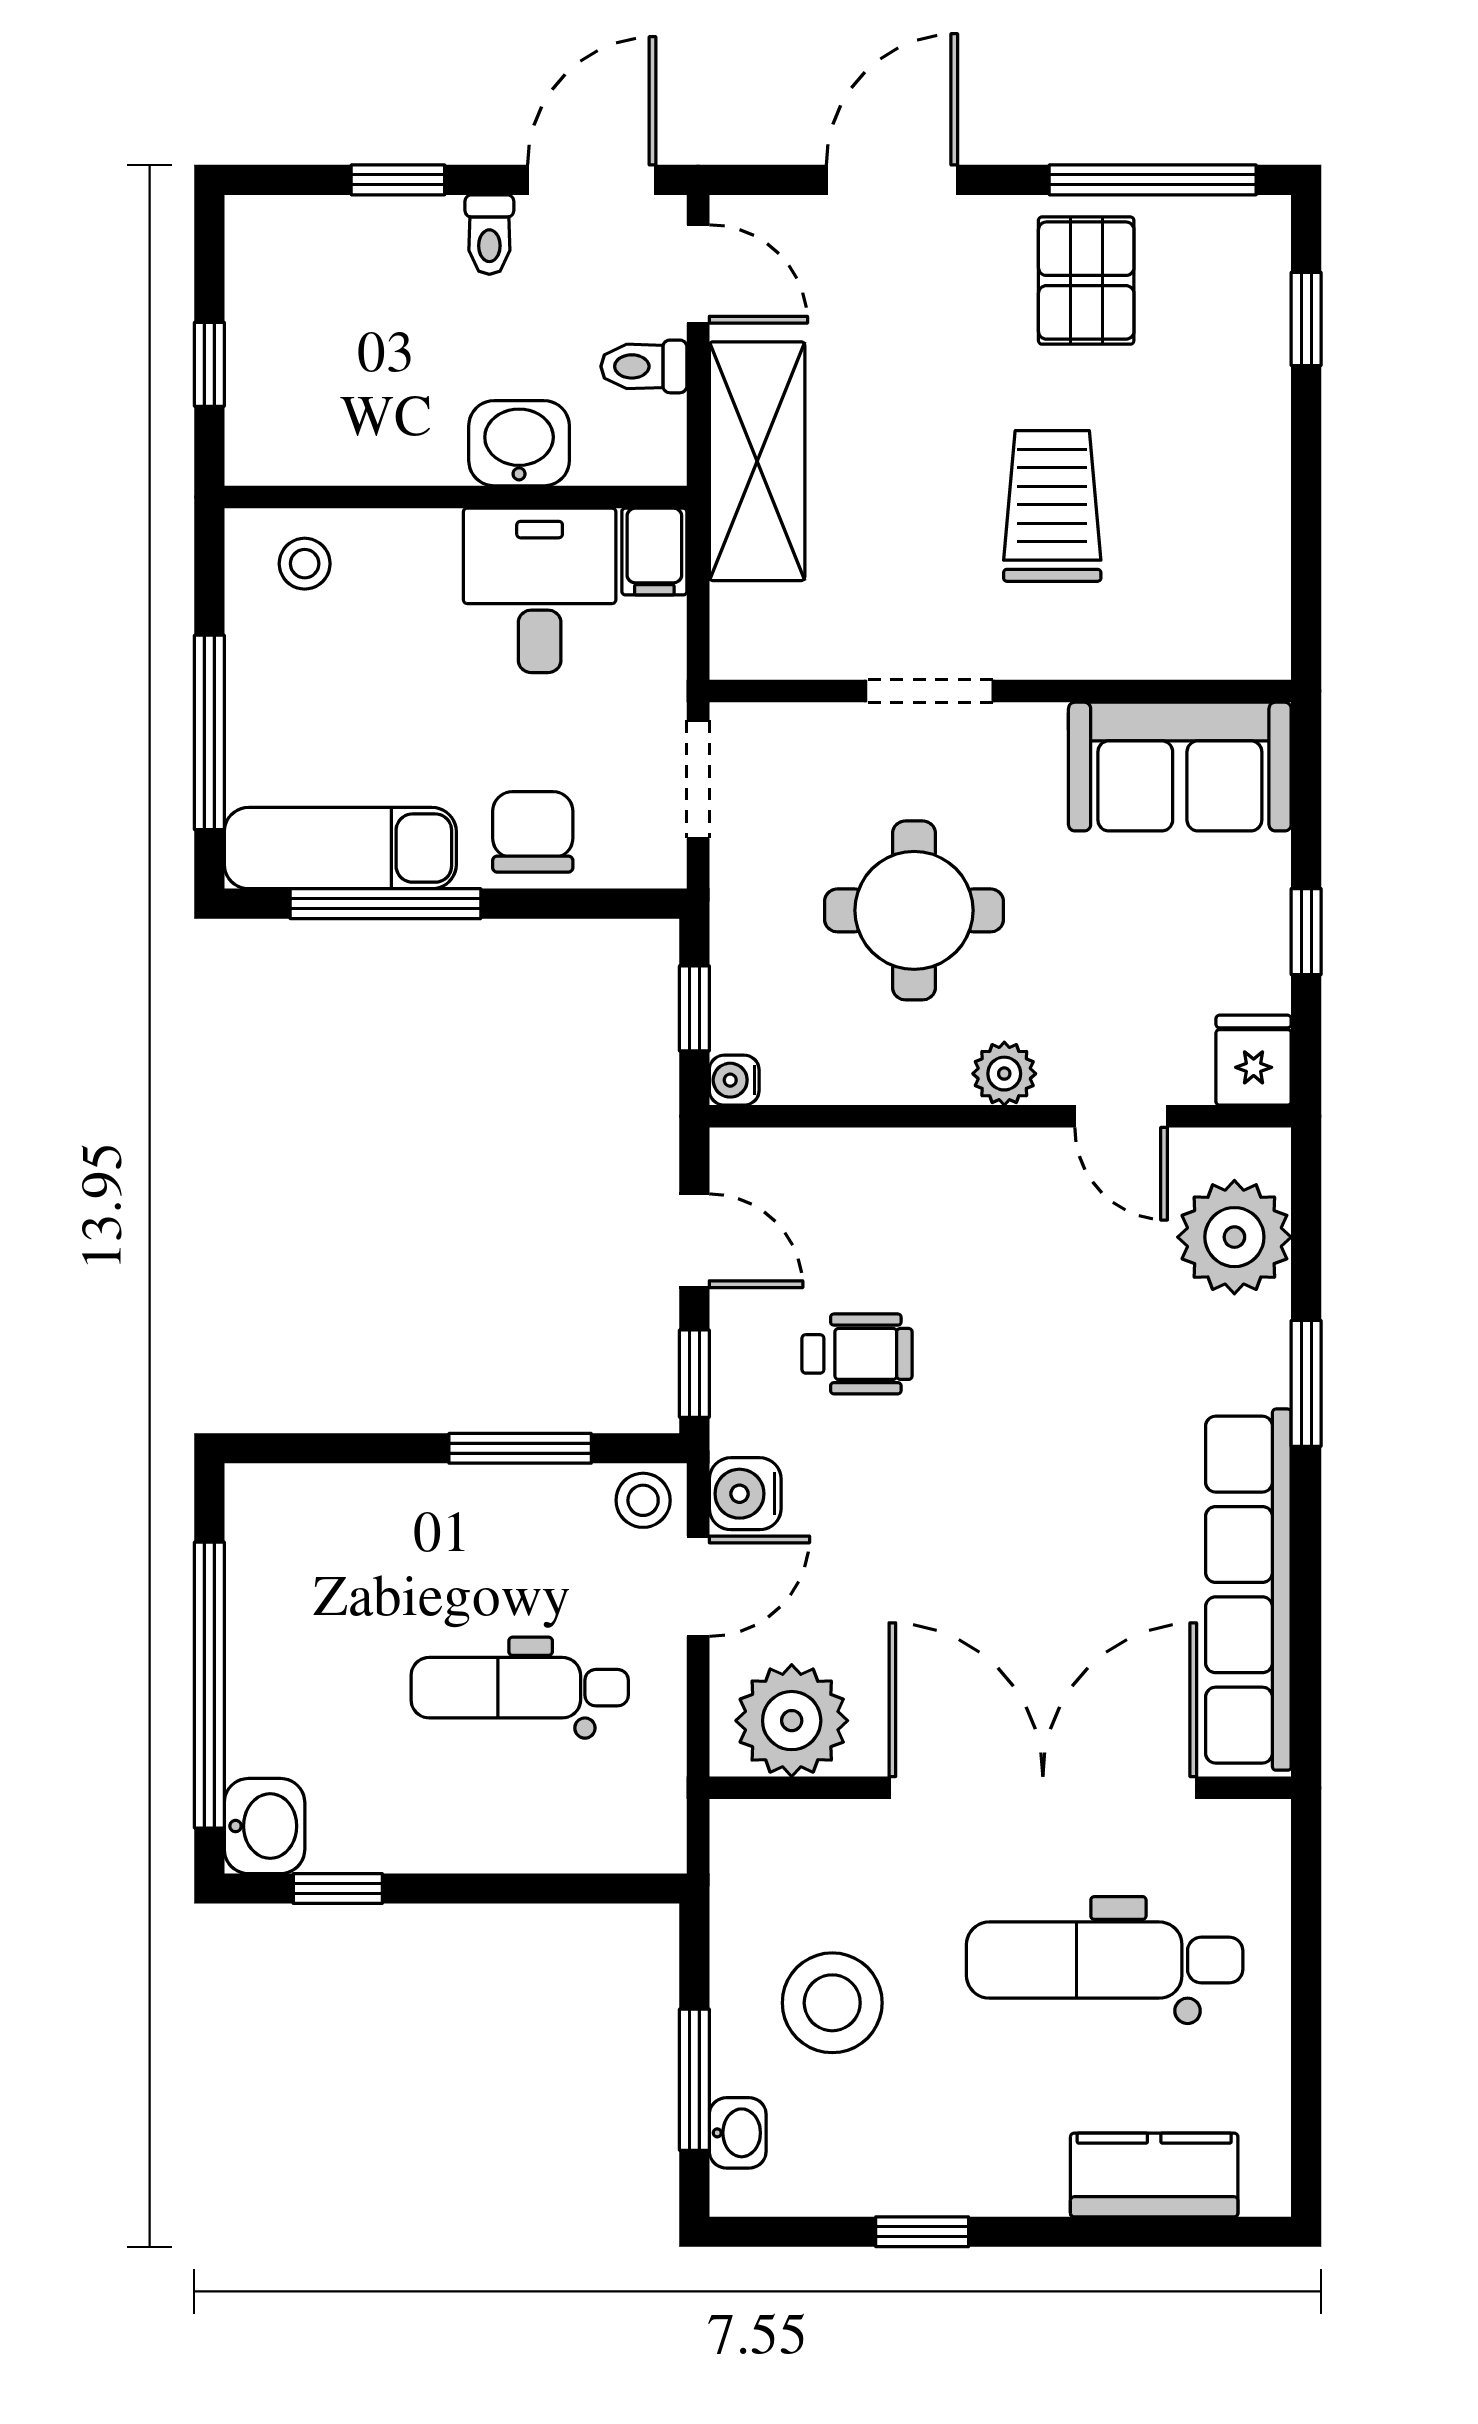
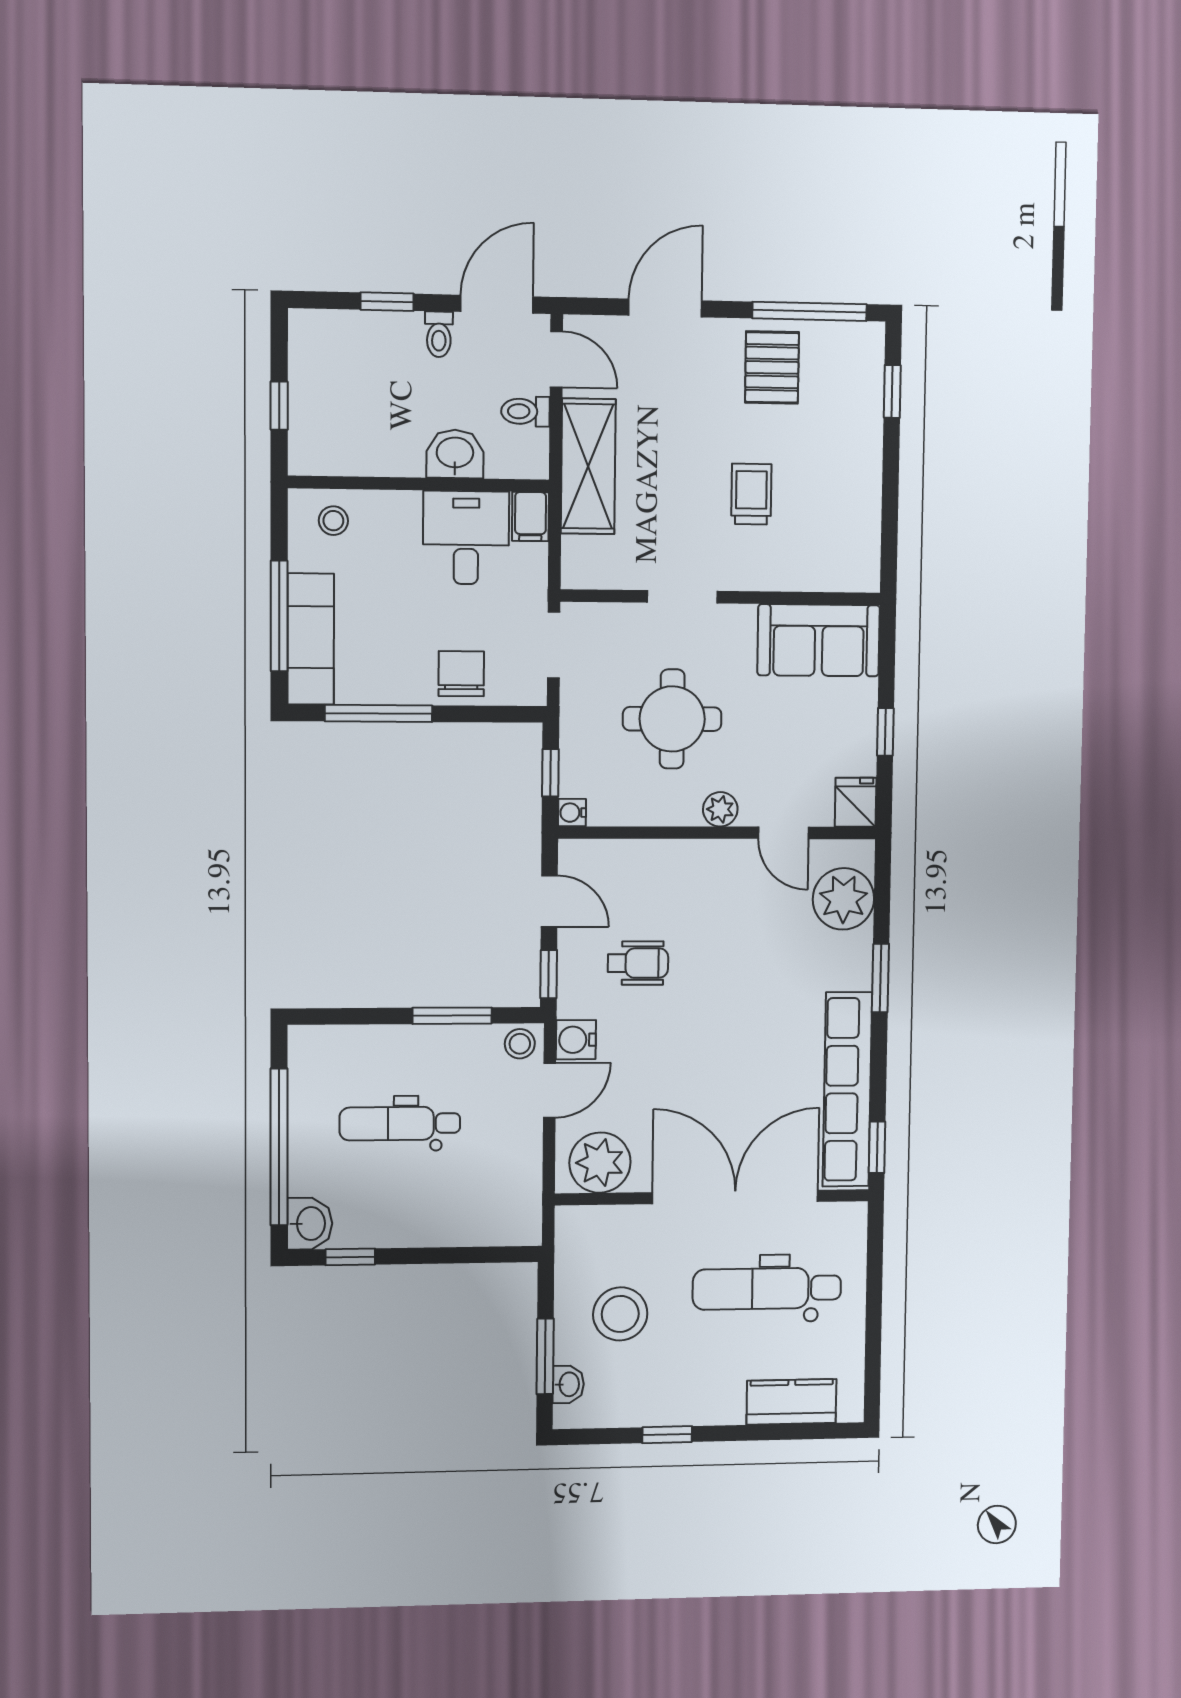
trolley: (1052, 506) -> (751, 494), width x0.73, depth x0.72
exam couch: (340, 848) -> (311, 639), moved, turned 90
dental chair: (520, 1688) -> (400, 1124), moved
window: (1306, 1698) -> (877, 1147), added

